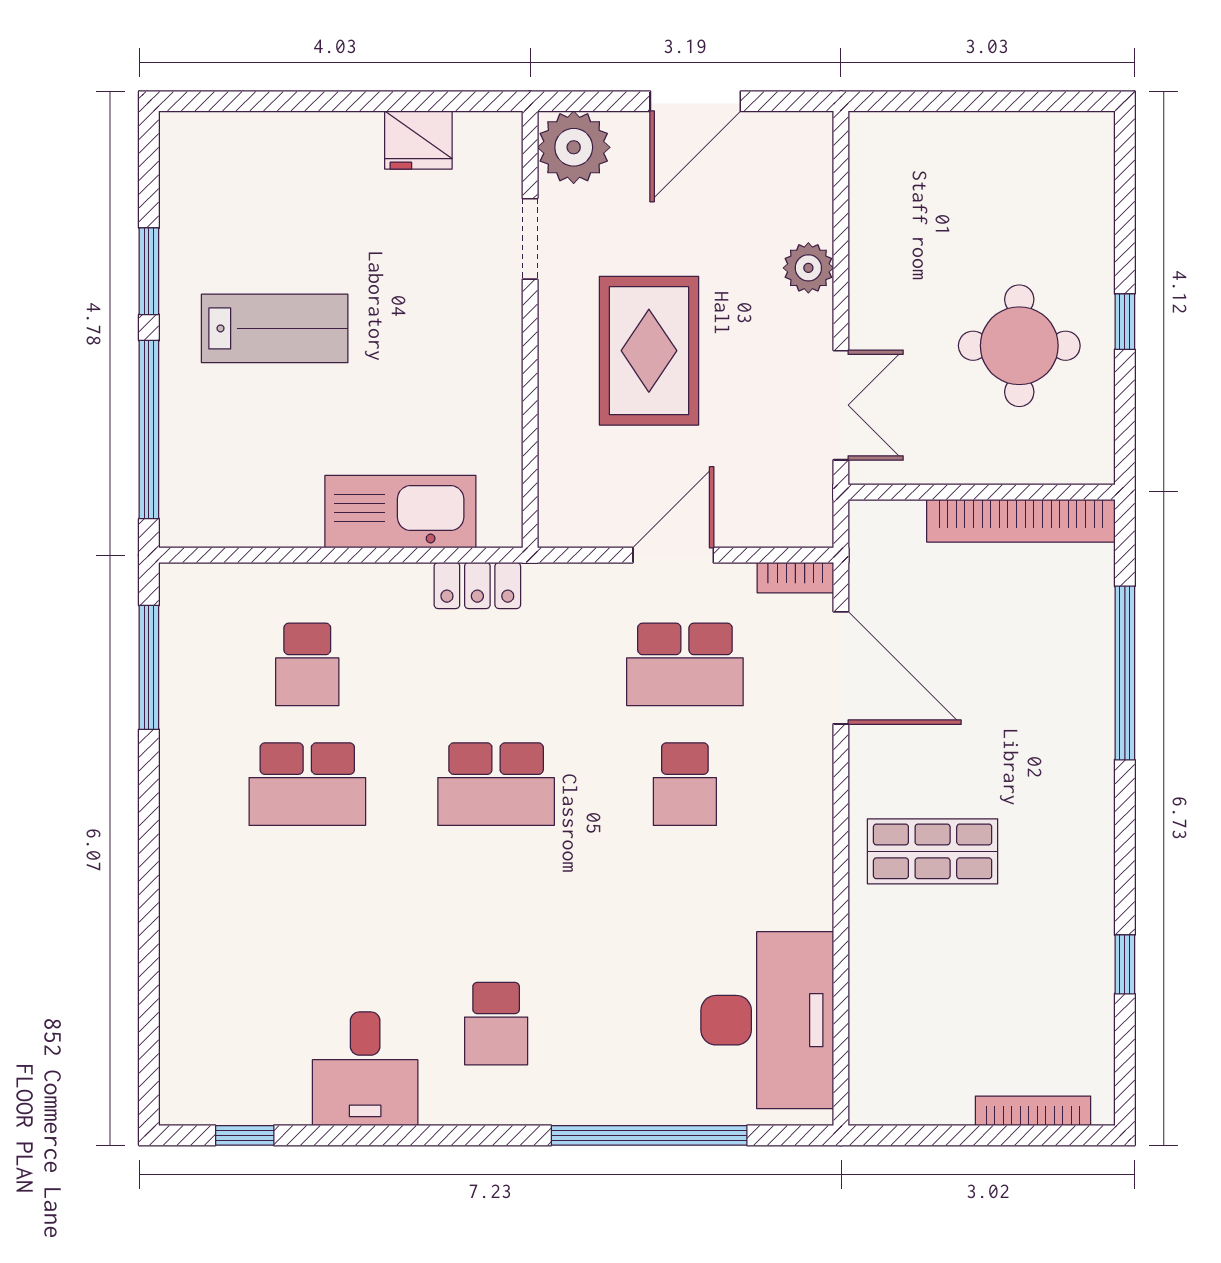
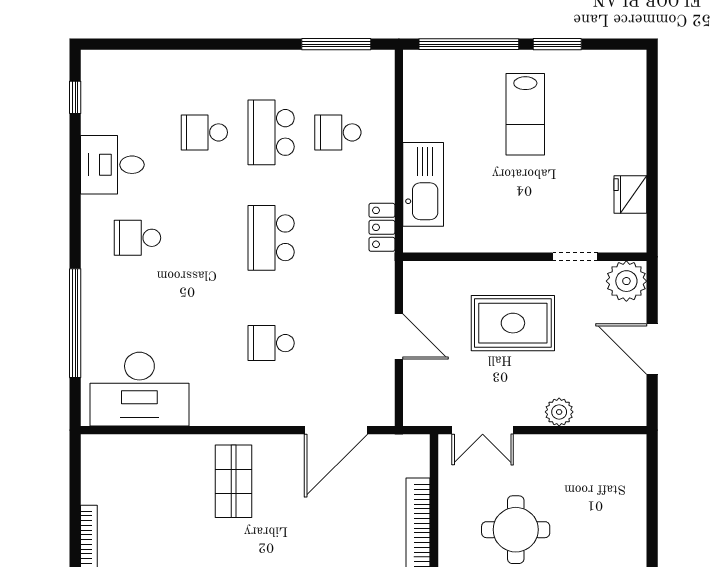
bookcase: (795, 578) -> (386, 405), removed
school desk: (685, 664) -> (204, 132), moved, width x0.54

